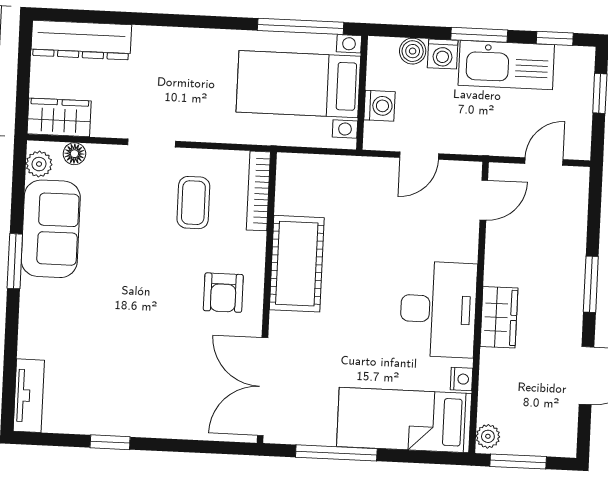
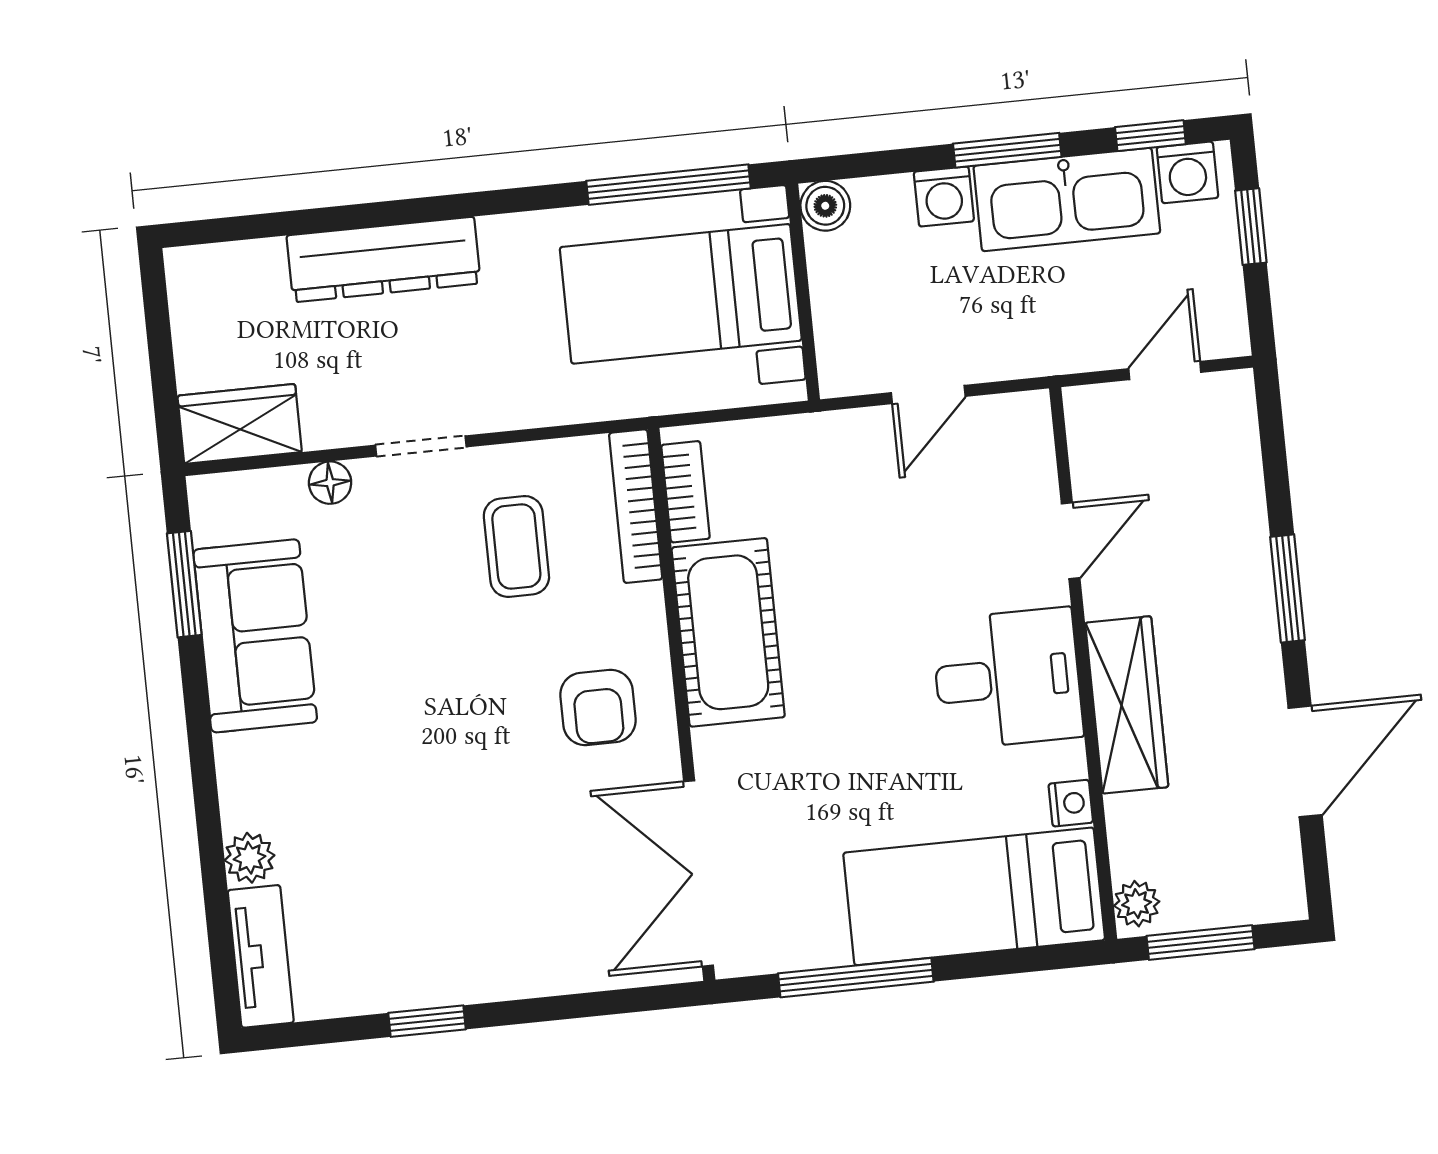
dresser: (81, 40) -> (384, 259), moved
boiler: (413, 51) -> (825, 206), moved
washing machine: (379, 106) -> (1187, 172), moved, turned 90
floor lamp: (74, 154) -> (330, 483), moved
plant: (39, 164) -> (250, 858), moved
bookcase: (285, 187) -> (685, 492), added
door: (484, 200) -> (1071, 541), moved
window: (15, 261) -> (184, 584), moved
desk: (438, 309) -> (1007, 678), width x0.73
wardrobe: (499, 317) -> (1127, 705), width x1.50

